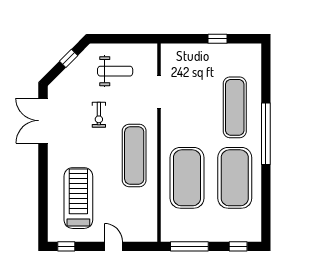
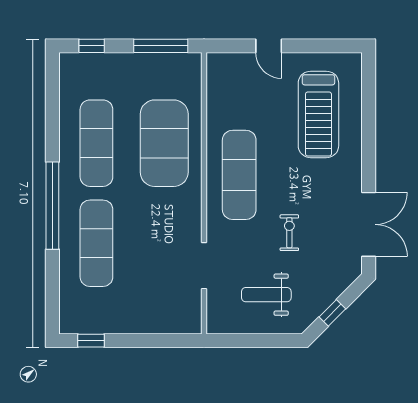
window: (217, 39) -> (91, 341), moved
exercise mat: (235, 178) -> (96, 143), width x0.68
window: (66, 246) -> (336, 46), removed

